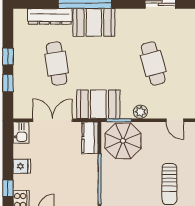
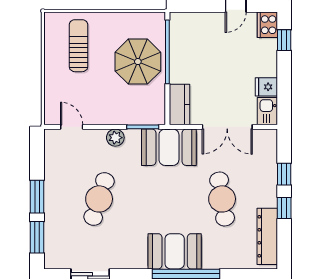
dresser: (50, 16) -> (267, 236), moved, turned -90
cafe table: (153, 64) -> (99, 199), turned 33
parasol: (123, 141) -> (138, 62), moved
fridge: (22, 166) -> (266, 87), moved

